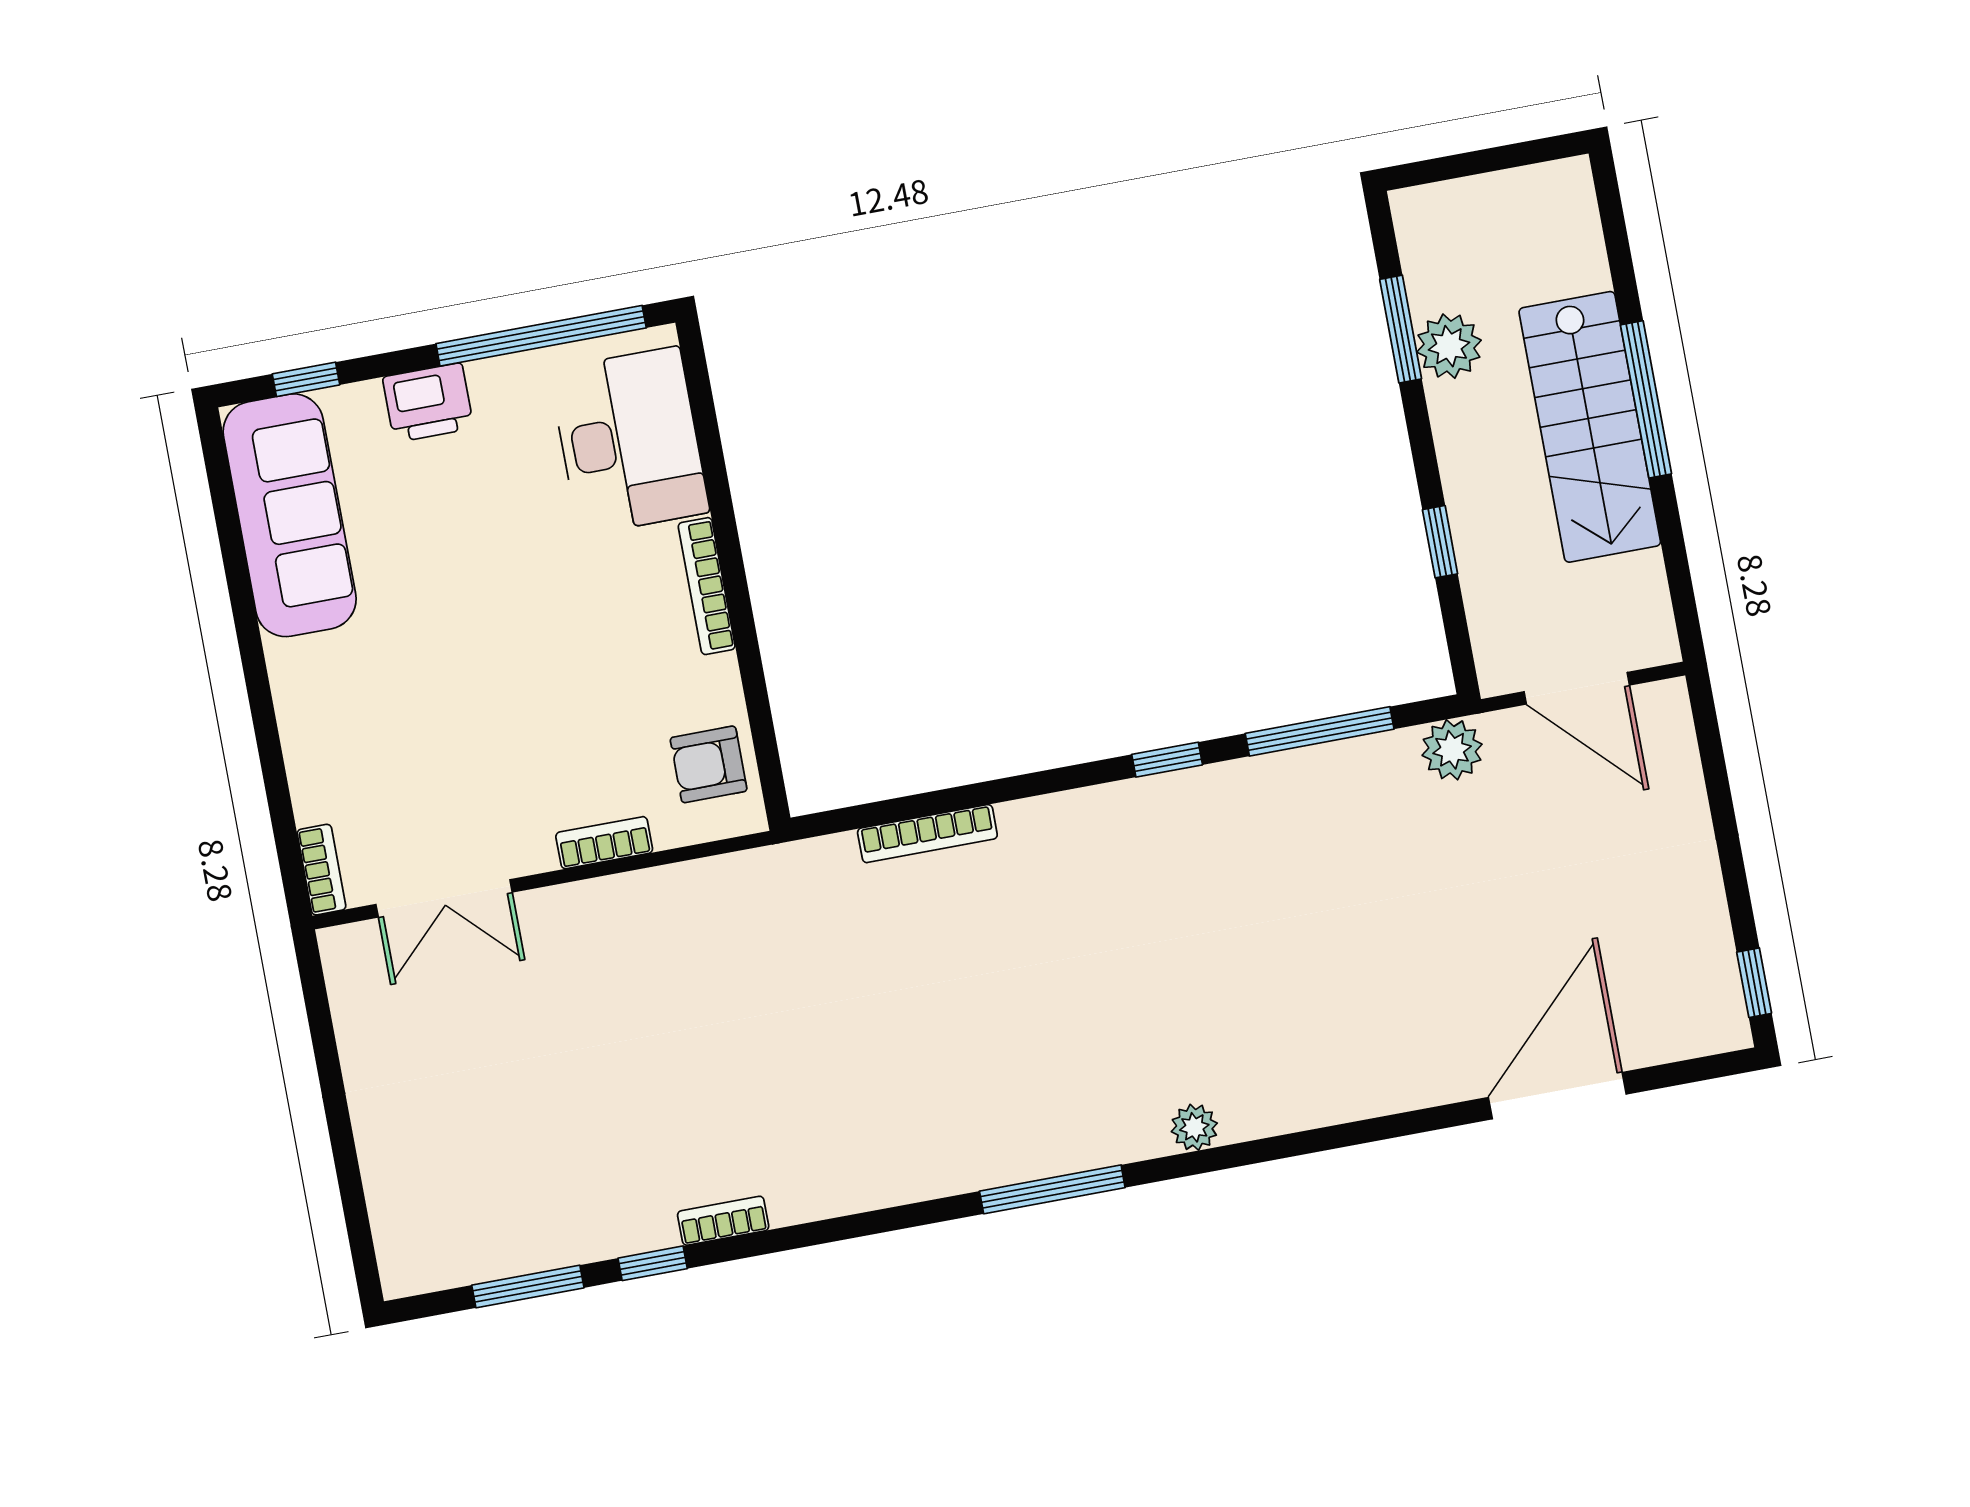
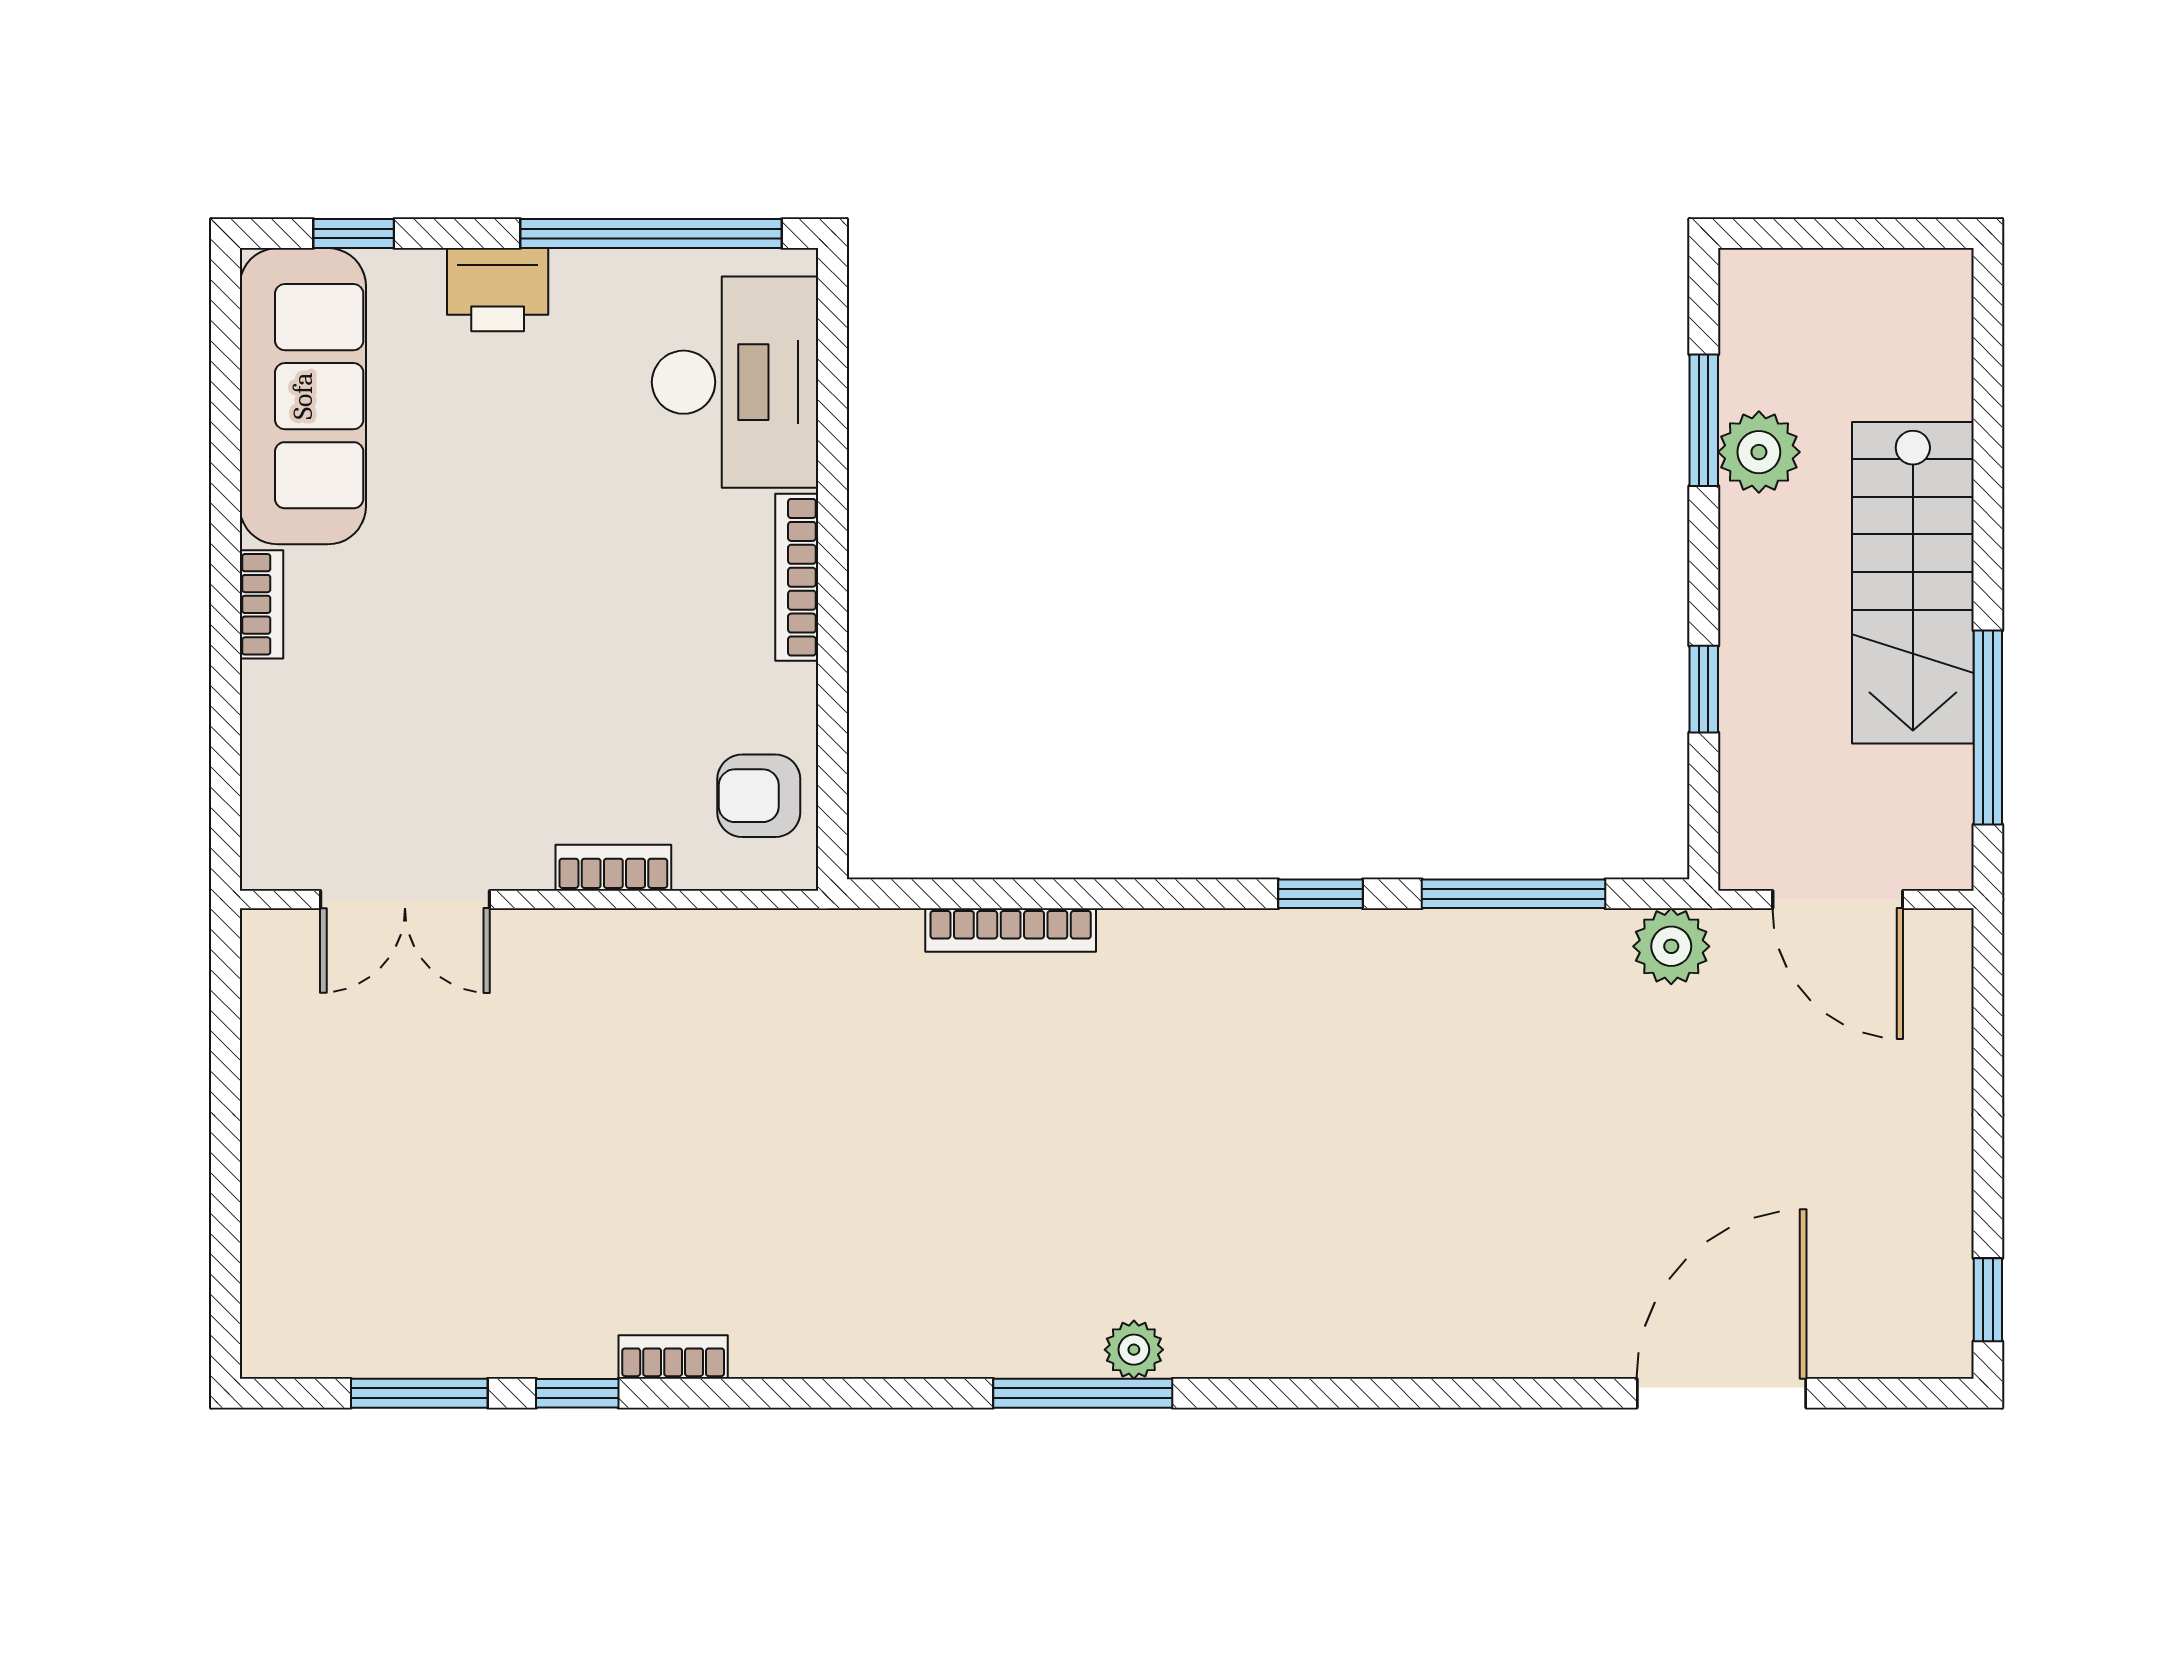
window: (1646, 399) -> (1988, 728), moved
bookcase: (321, 870) -> (261, 604), moved
plant: (1194, 1127) -> (1134, 1350), moved

